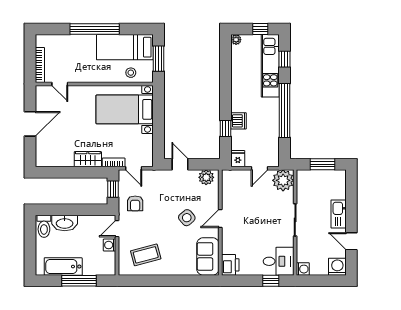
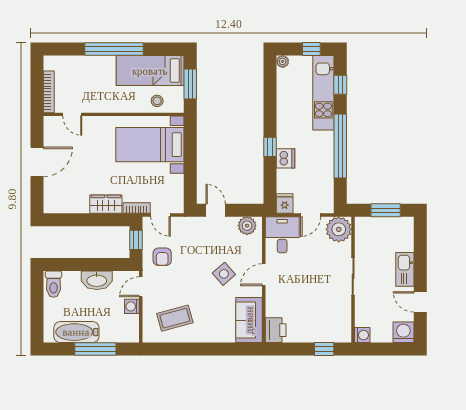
window: (226, 128) -> (270, 147), moved
washbasin: (65, 223) -> (97, 280), moved
desk: (279, 261) -> (282, 235), moved, turned -90

